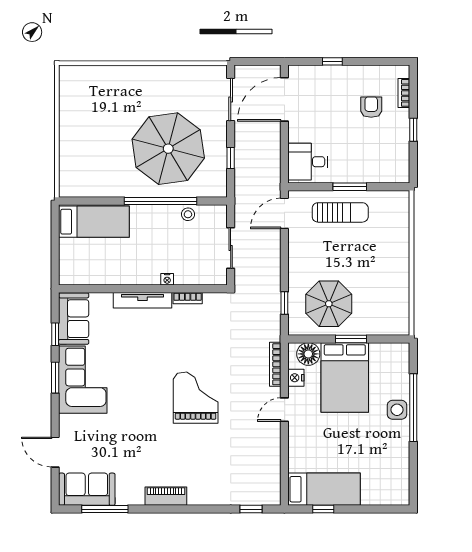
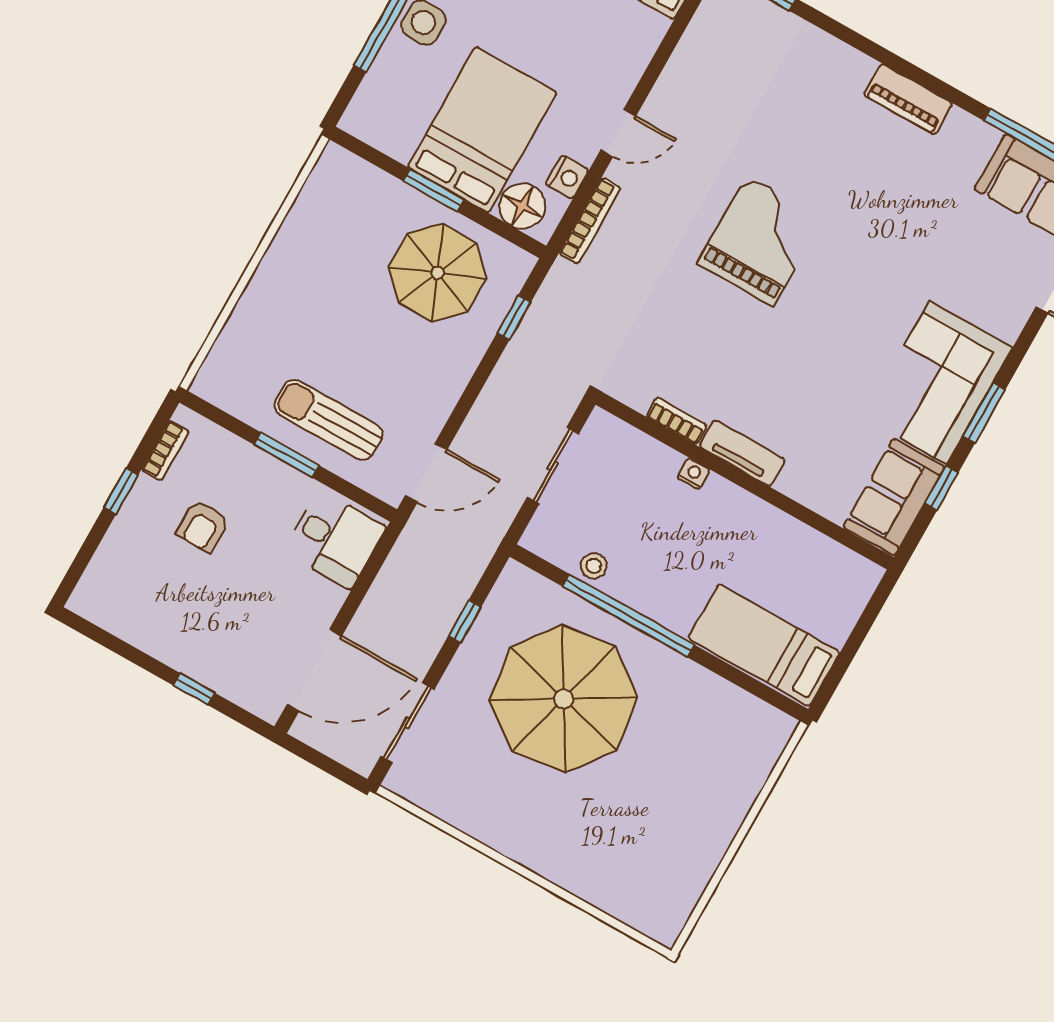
bookcase: (404, 93) -> (165, 451), moved
armchair: (371, 107) -> (203, 526), moved
tv unit: (143, 300) -> (742, 453), width x0.71
grand piano: (196, 398) -> (760, 241), turned 180

